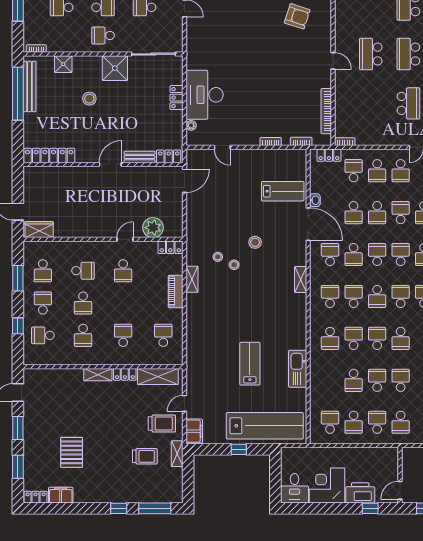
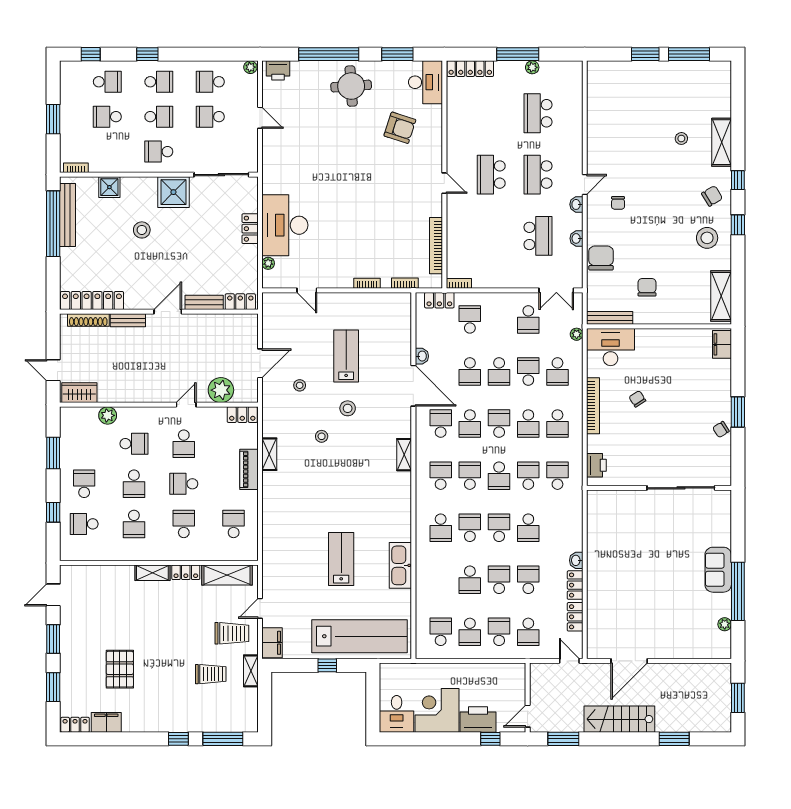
shoe rack: (46, 171) -> (88, 320), added
bench: (78, 171) -> (128, 320), added
school desk: (377, 171) -> (499, 319), removed
door: (185, 181) -> (260, 363), moved
lab bench: (283, 191) -> (346, 356), moved, turned -90
plant: (62, 248) -> (108, 415), added
school desk: (401, 255) -> (528, 424), turned 180
stool: (218, 257) -> (300, 385), moved
school desk: (43, 271) -> (184, 484), moved, turned 90

